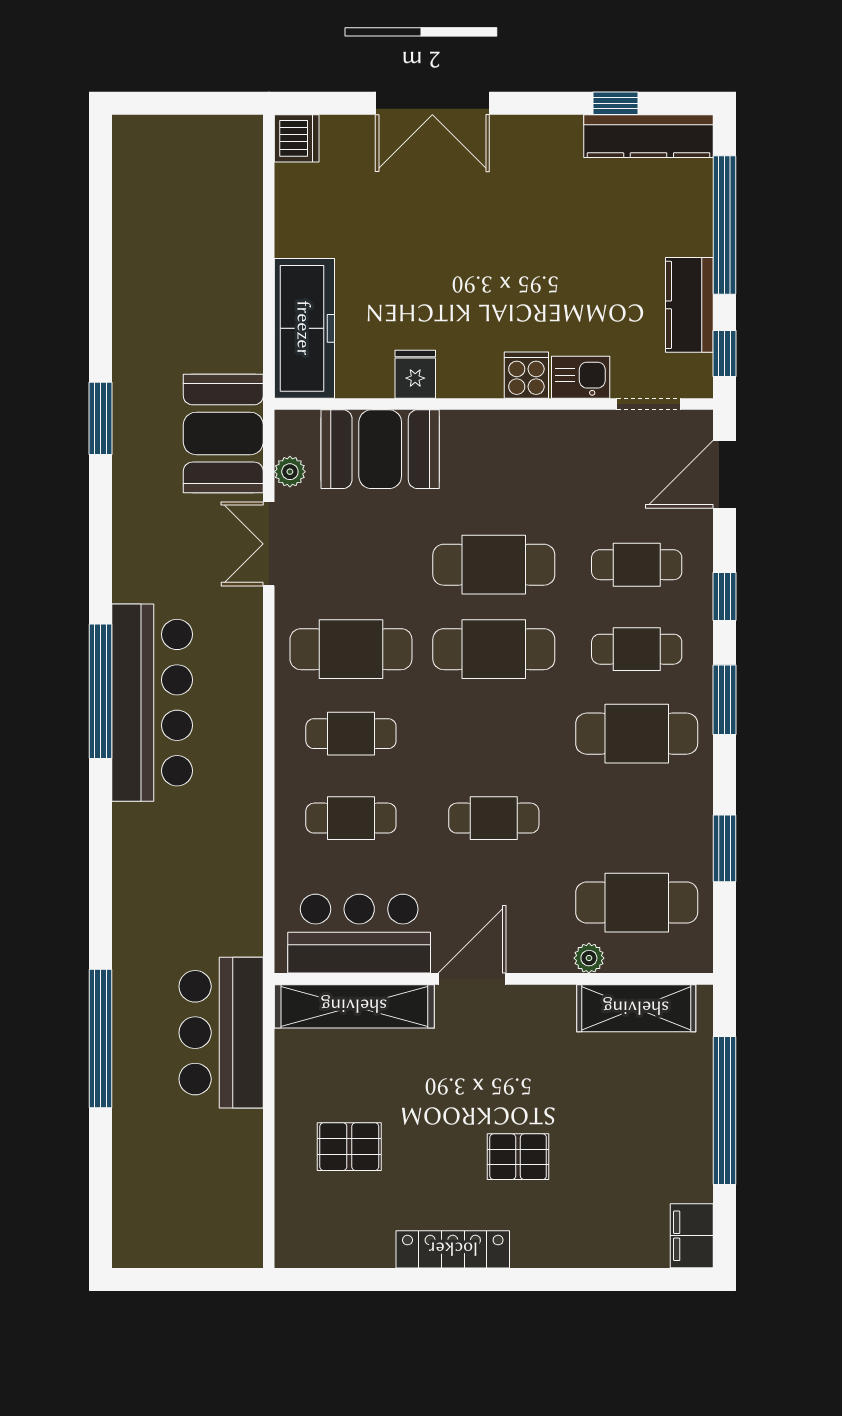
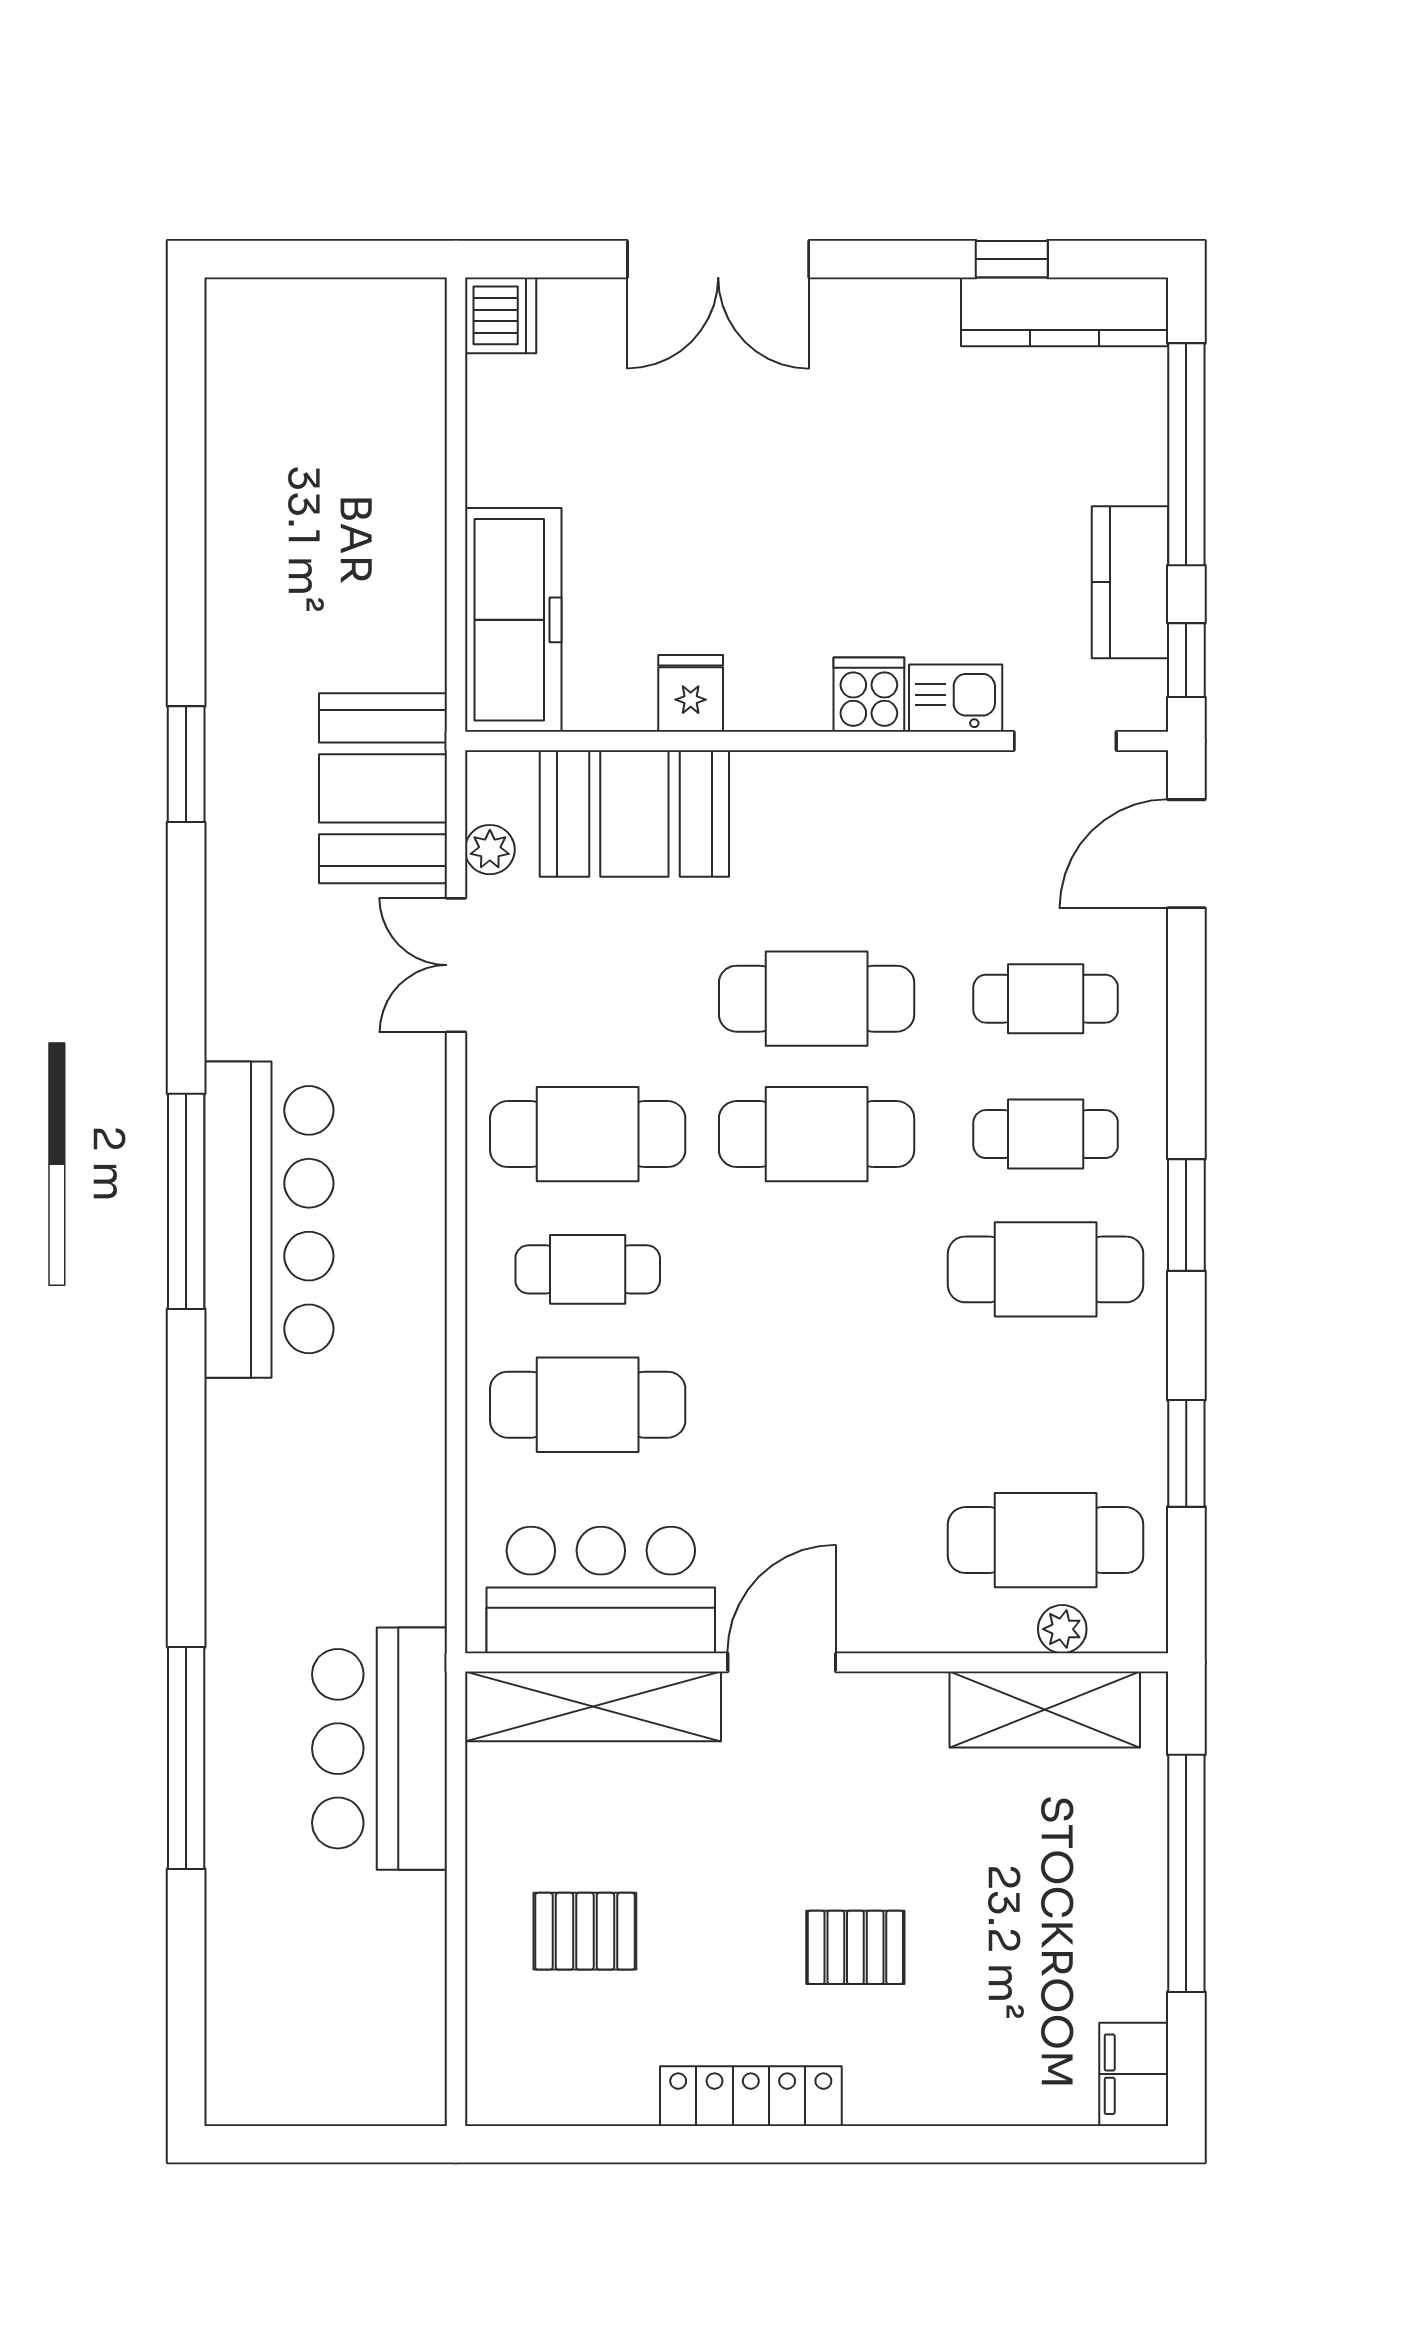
window: (725, 597) -> (1186, 1050), removed
cafe table: (351, 818) -> (588, 1405), width x1.37, depth x1.35
cafe table: (494, 818) -> (817, 1405), removed
plant: (589, 958) -> (1062, 1629), moved

